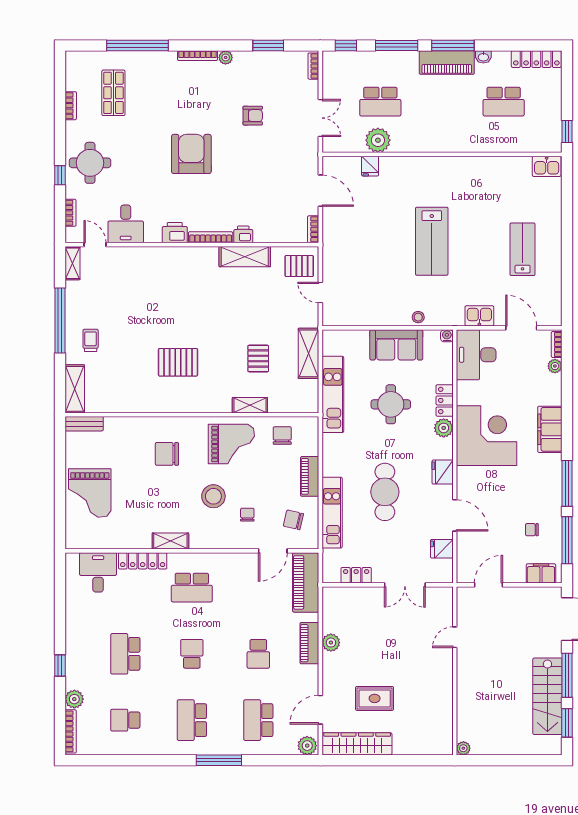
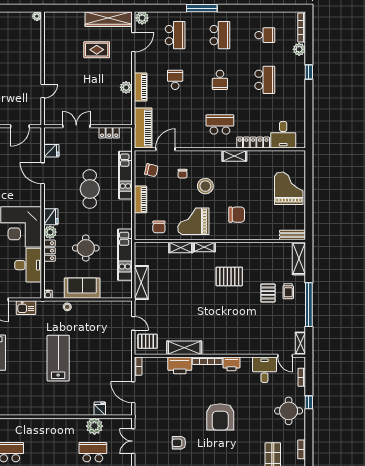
printer: (243, 234) -> (180, 365), width x1.87, depth x1.48
desk: (476, 355) -> (28, 265), moved
pallet: (258, 358) -> (268, 293), moved
shelving: (215, 406) -> (204, 247), added
fridge: (443, 472) -> (51, 217), moved

